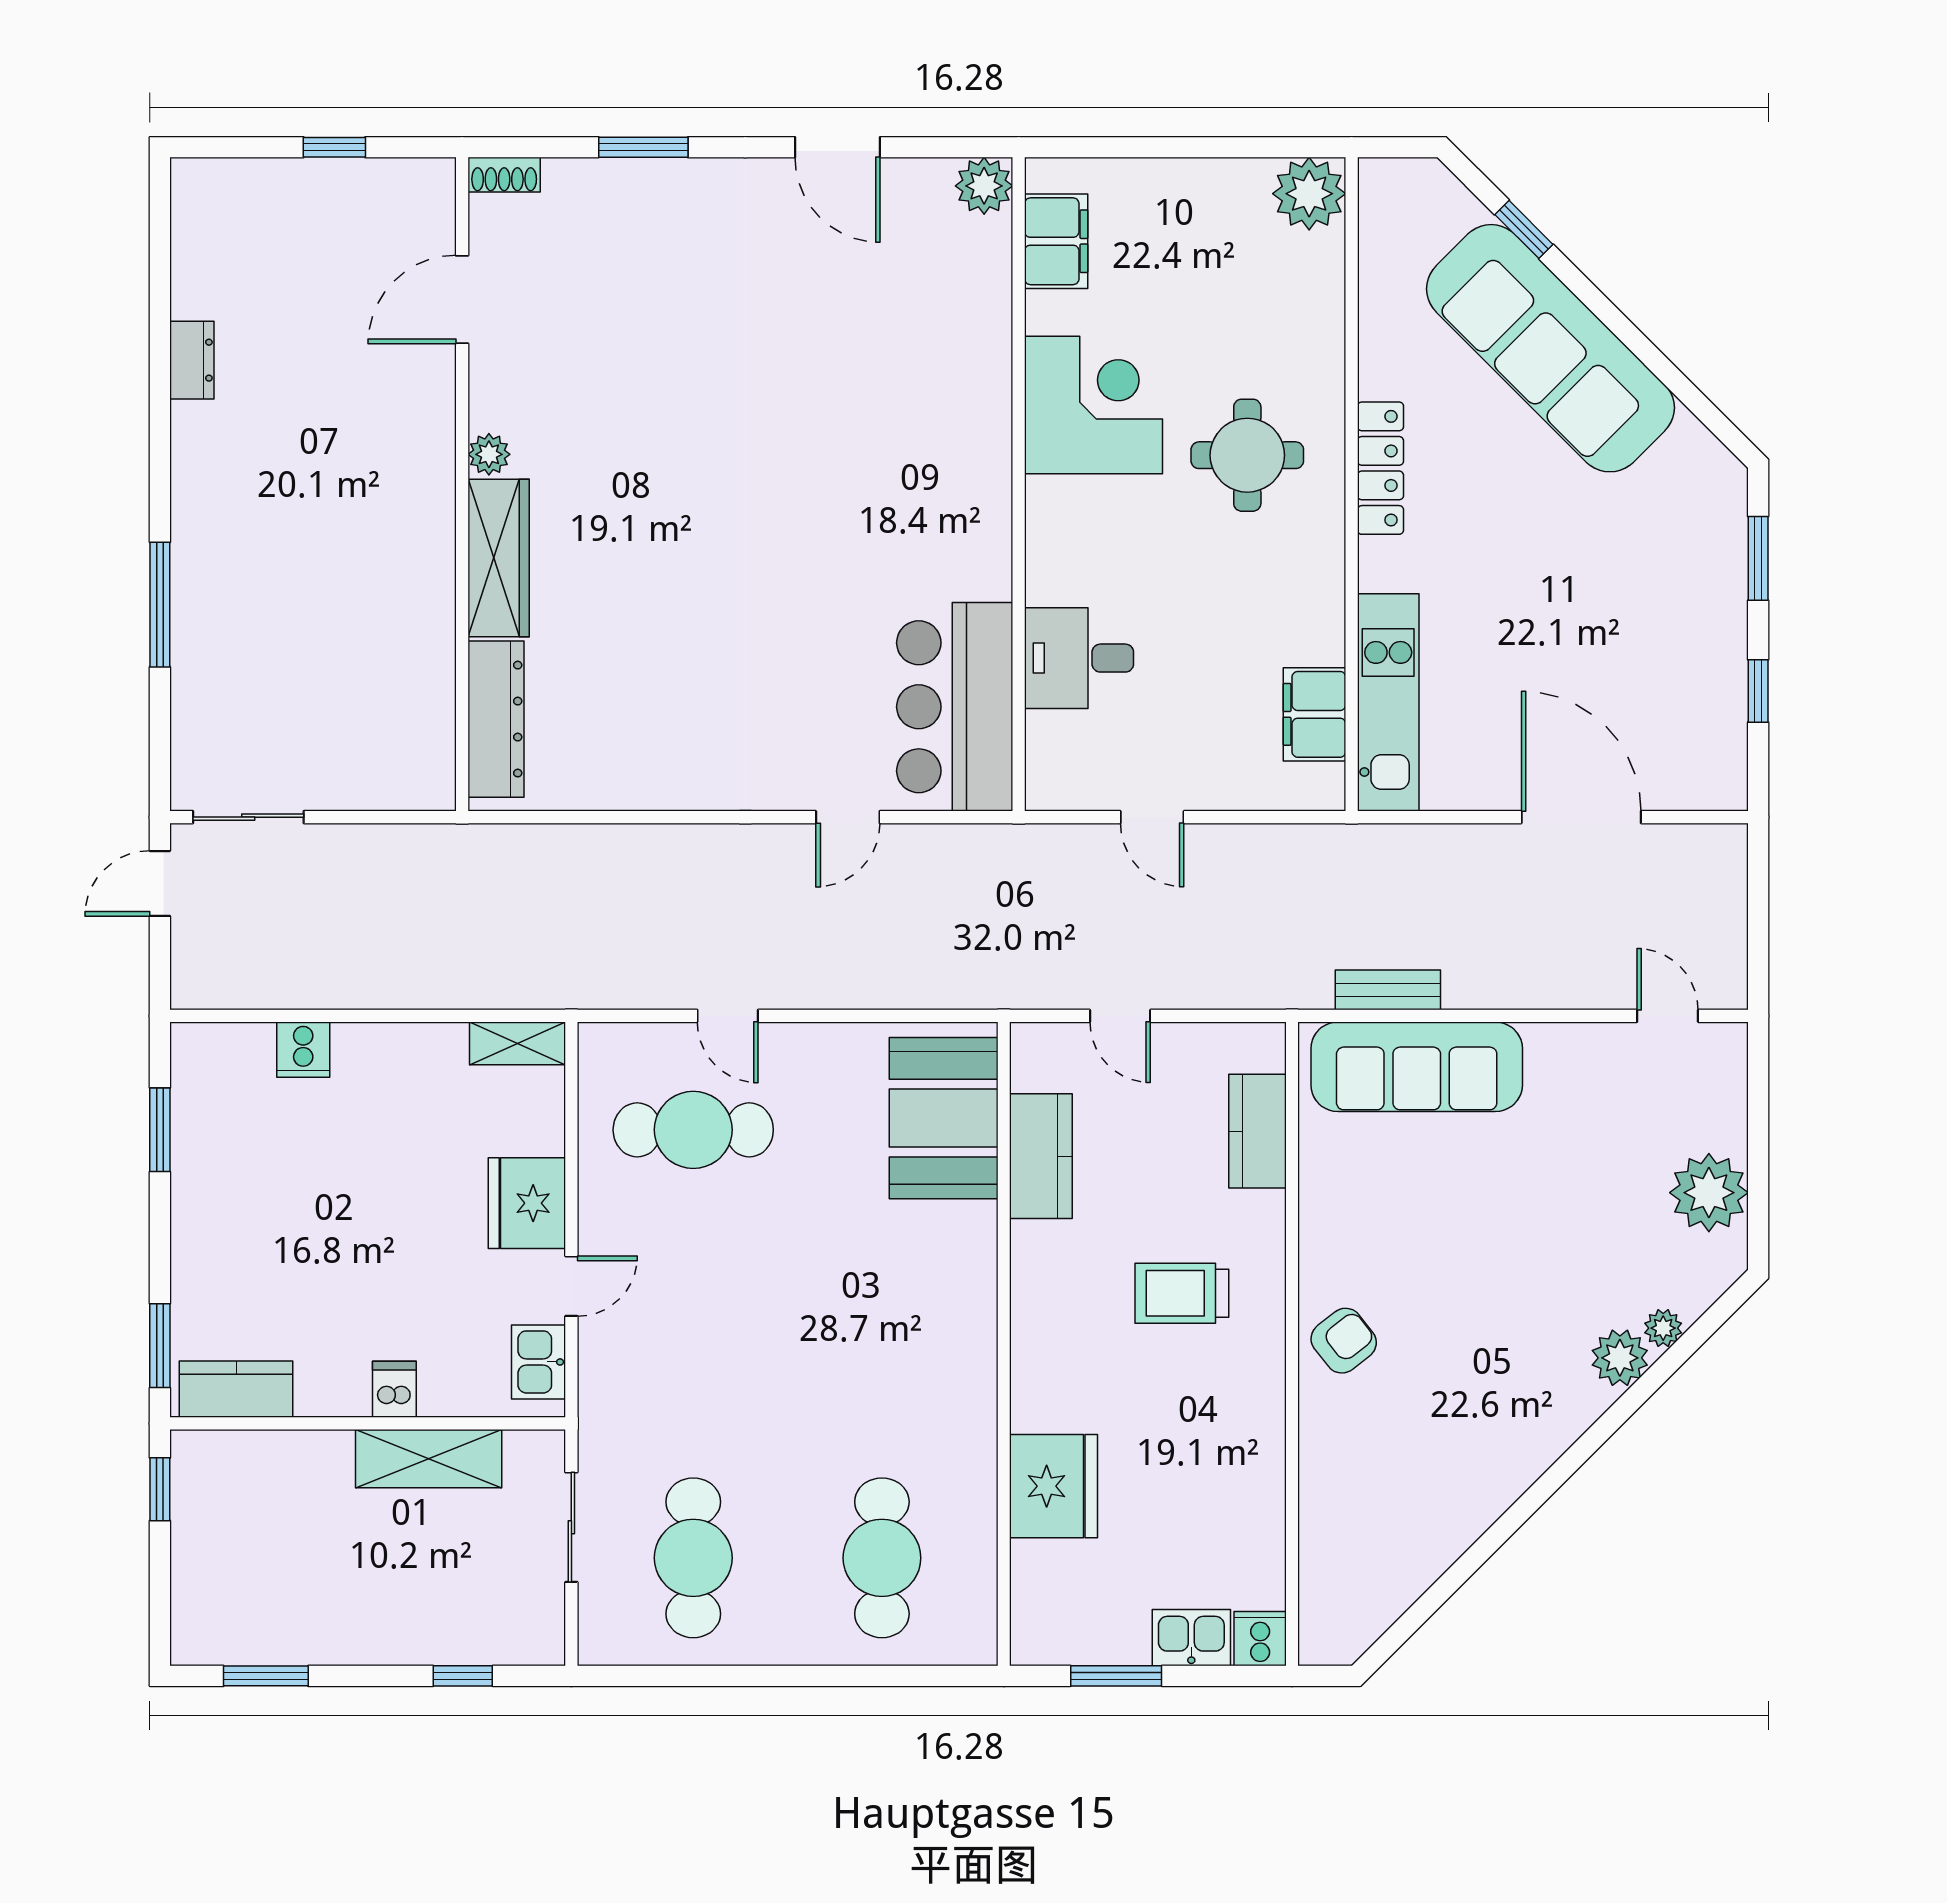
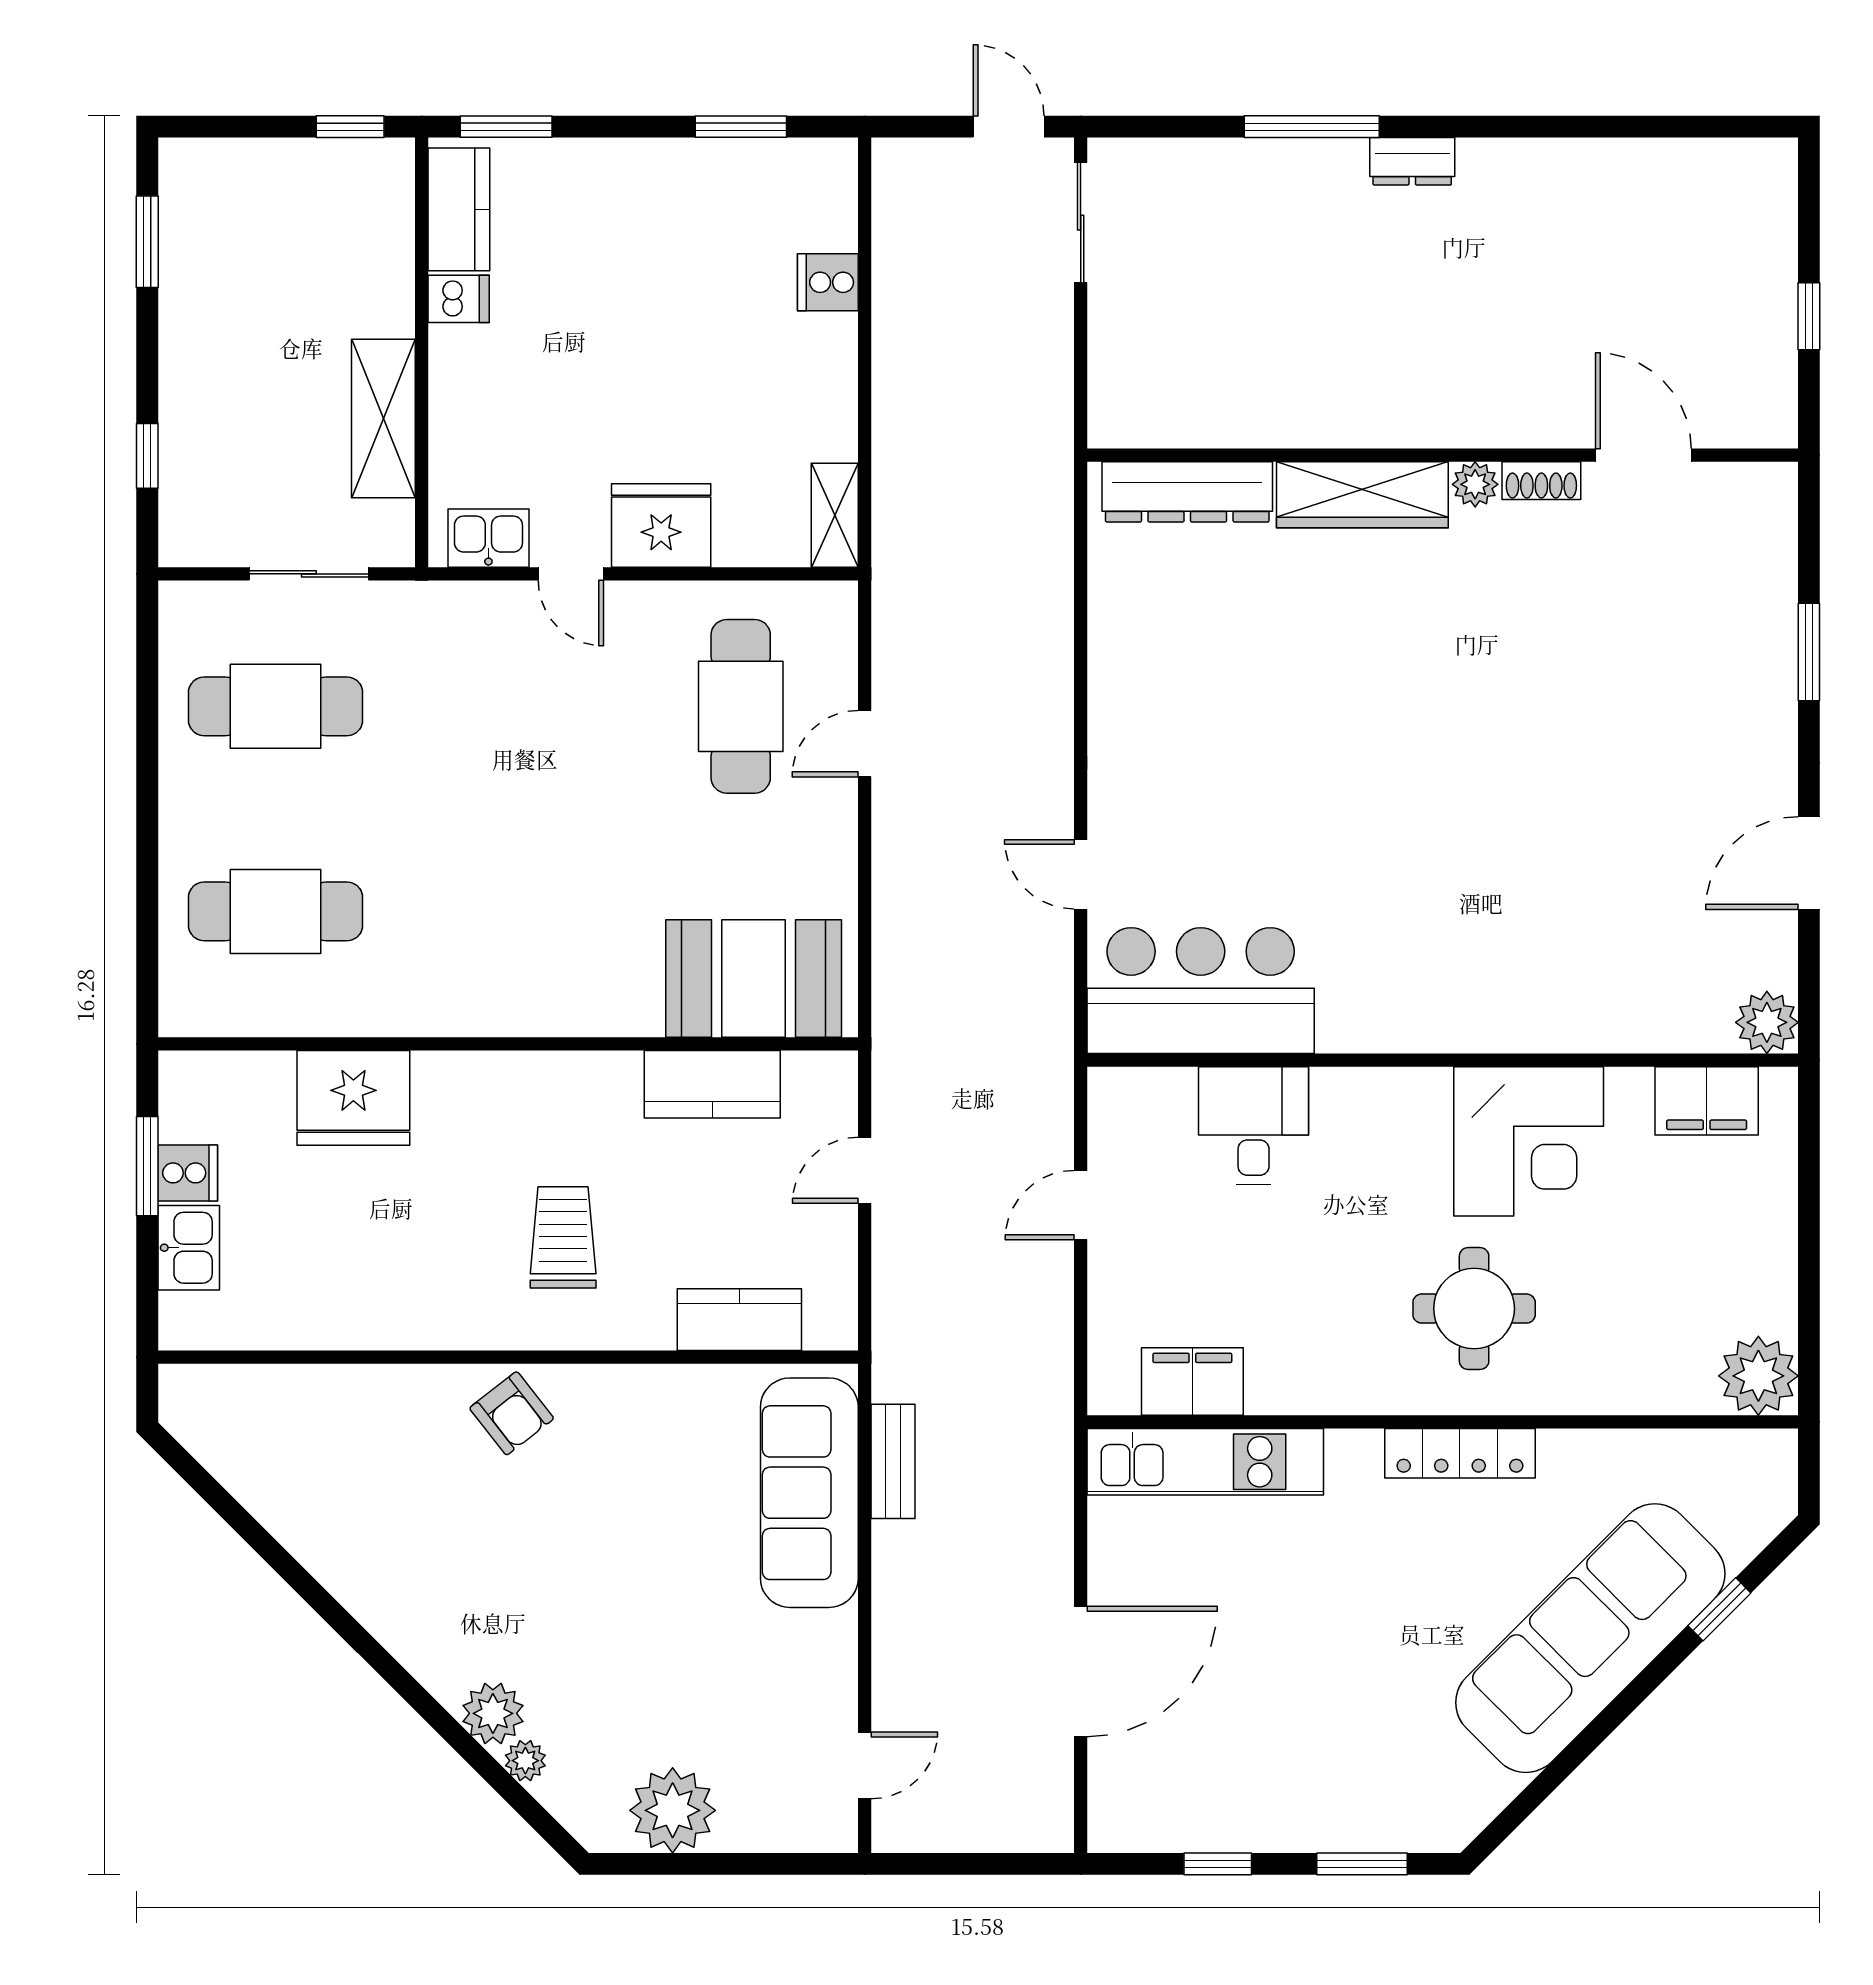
shoe rack: (504, 175) -> (1541, 481), moved, turned -90
dresser: (192, 360) -> (1412, 161), moved
dishwasher: (394, 1389) -> (459, 299), moved
cooker: (1260, 1639) -> (188, 1173), moved

